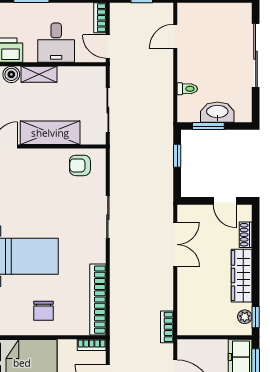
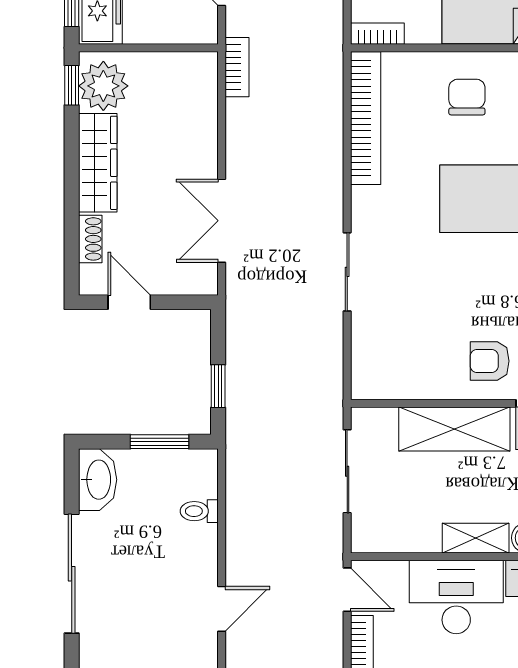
desk: (56, 43) -> (456, 597), width x1.37
washbasin: (217, 112) -> (98, 480), moved, turned -90
armchair: (80, 165) -> (490, 361), moved, turned 180
plant: (245, 317) -> (103, 86), width x1.88, depth x1.88

